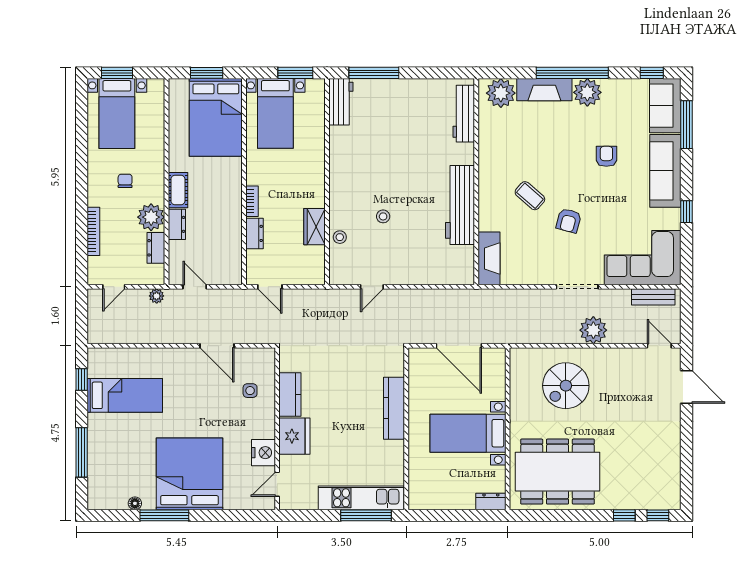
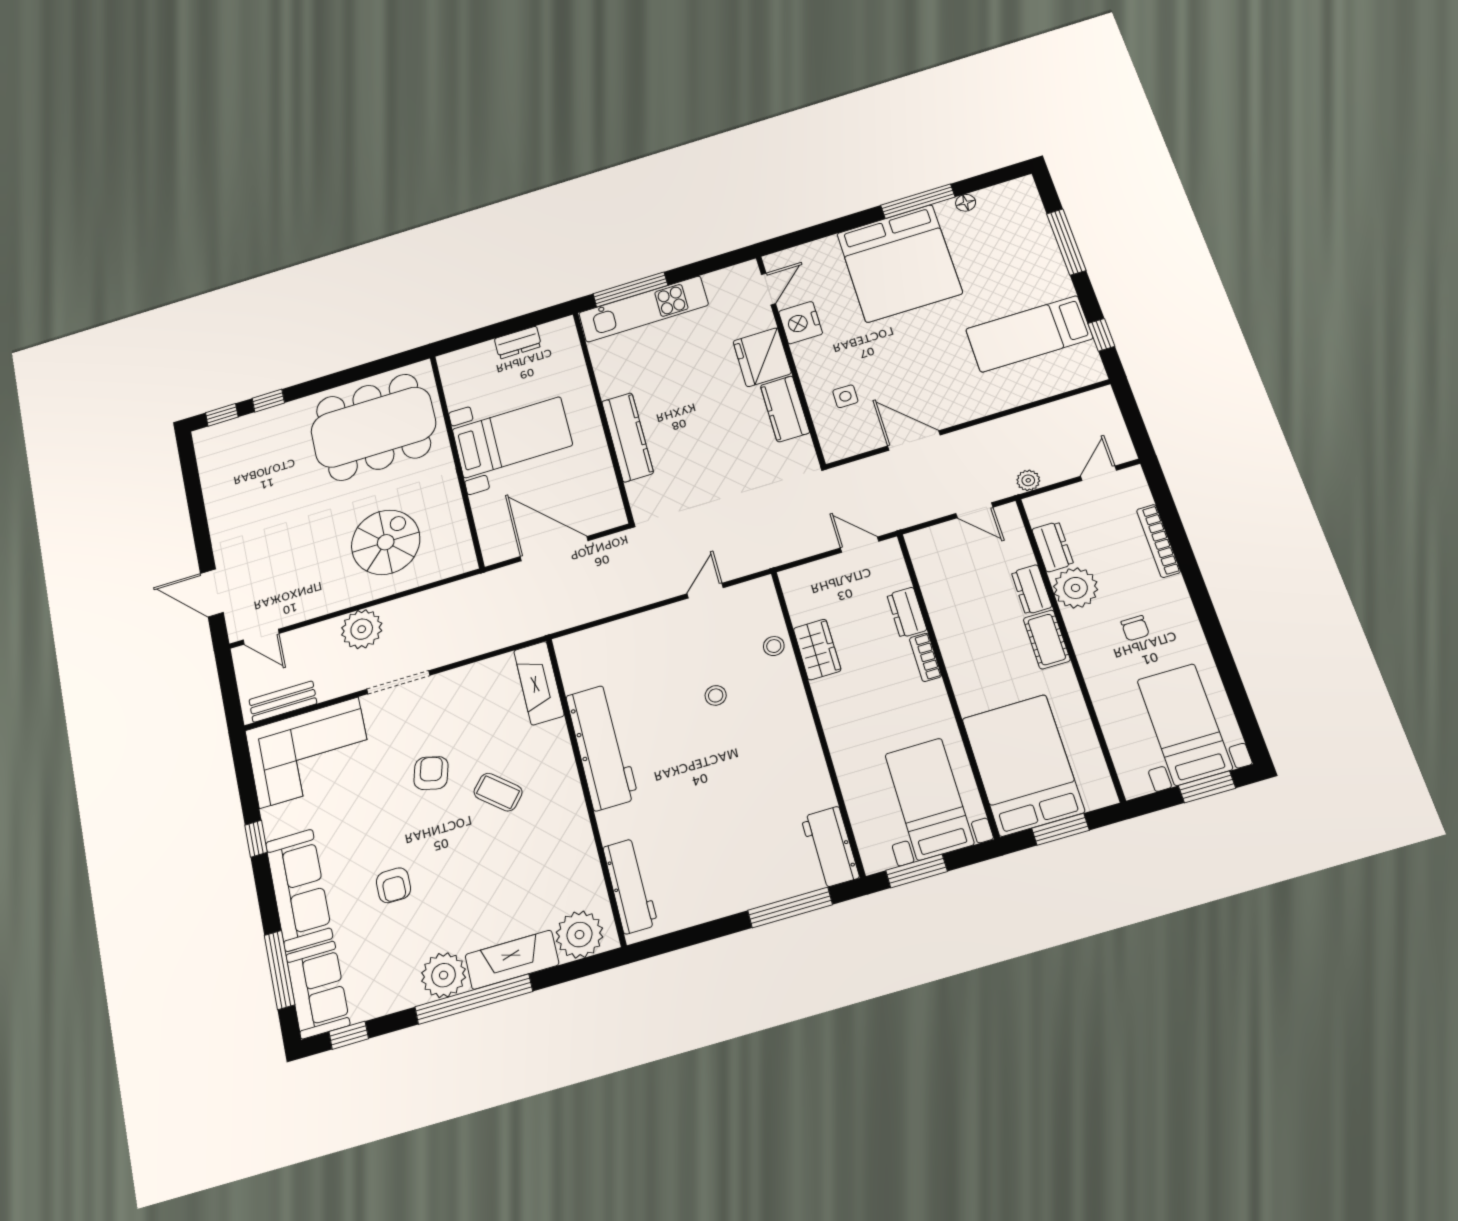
dresser: (491, 501) -> (518, 343), moved

